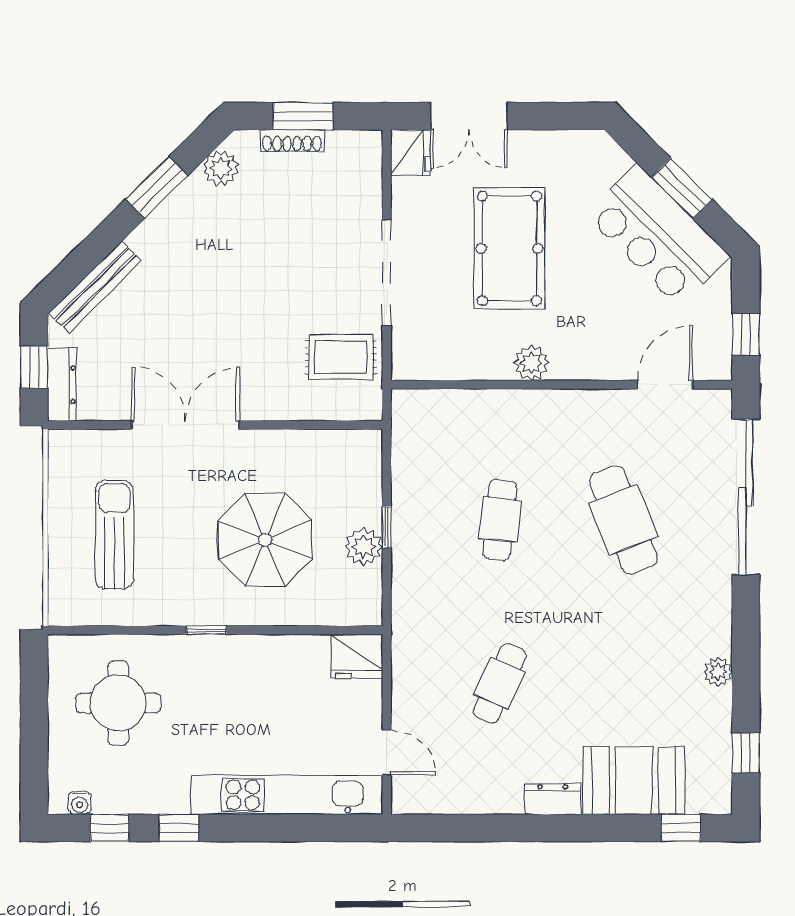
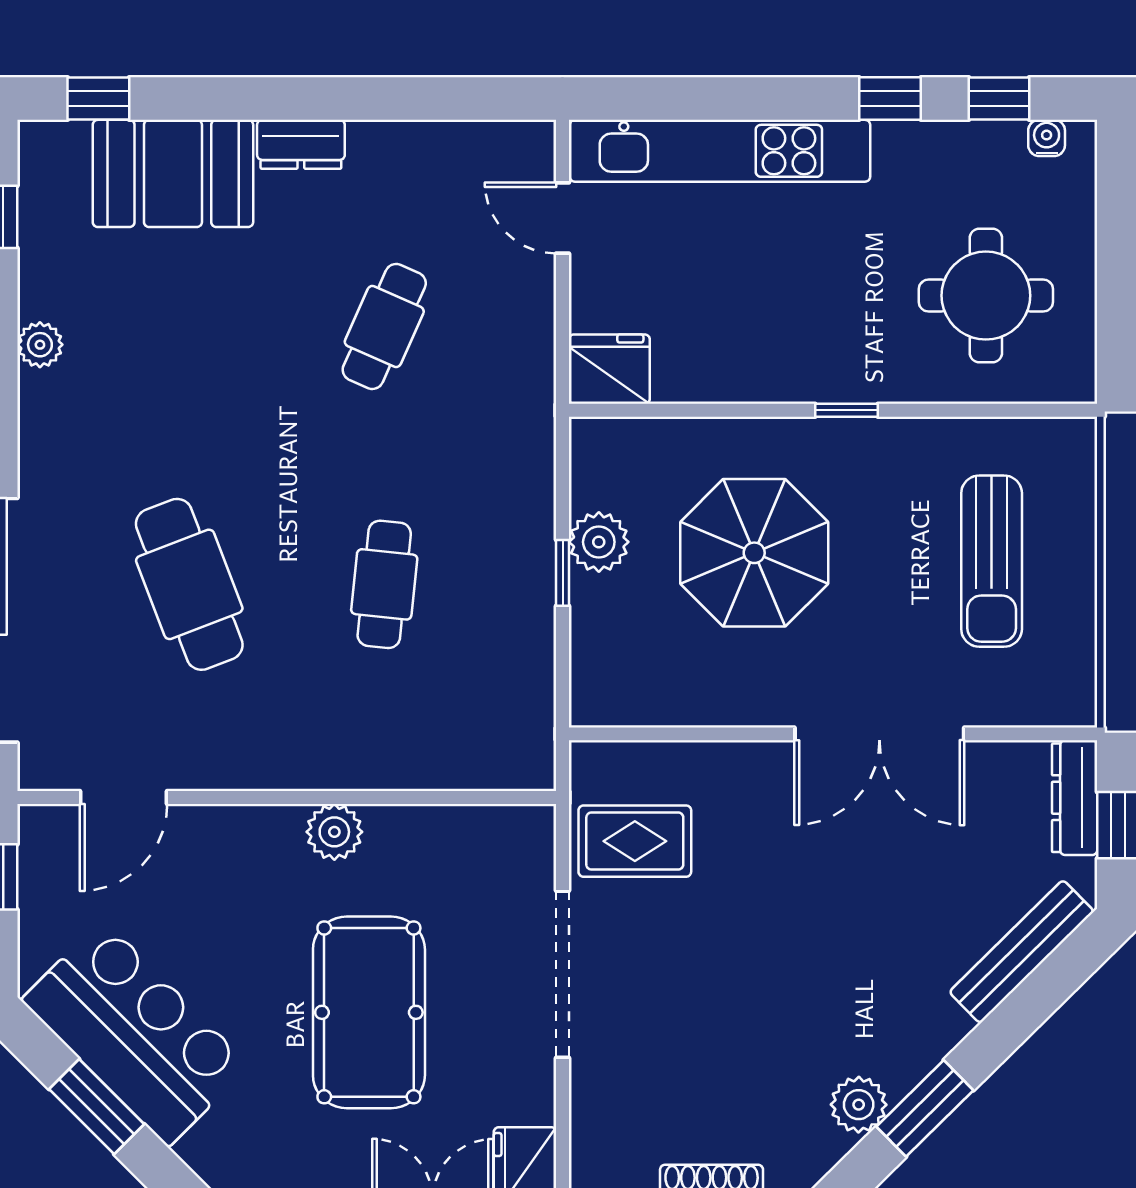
plant: (221, 168) -> (859, 1105), moved

